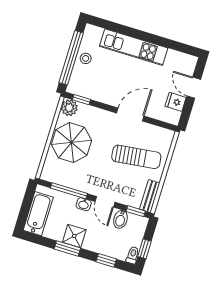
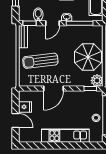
door: (105, 202) -> (53, 23), swing flipped

